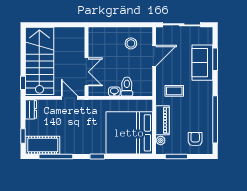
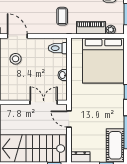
door: (154, 56) -> (17, 36), moved
toilet: (127, 87) -> (58, 48), moved
door: (70, 98) -> (69, 119), hinge flipped

